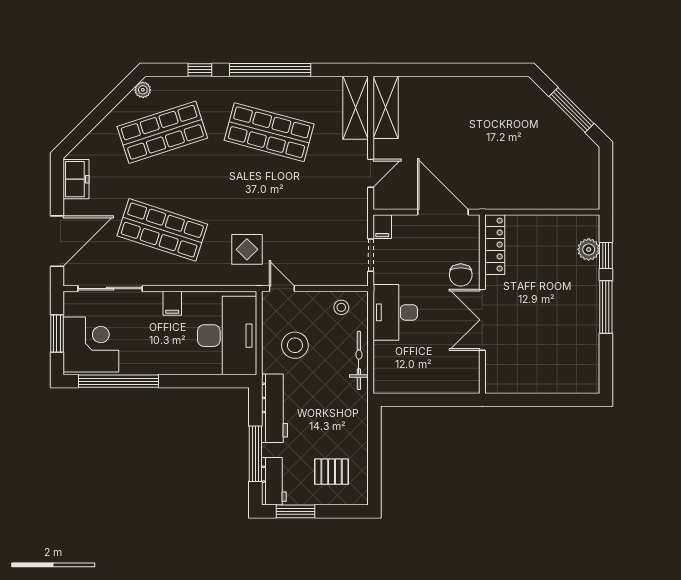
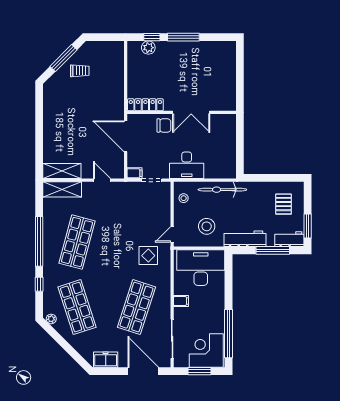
trolley: (550, 137) -> (80, 71), added
door: (443, 212) -> (126, 136), hinge flipped
bicycle: (359, 360) -> (222, 190), width x1.37, depth x1.40

